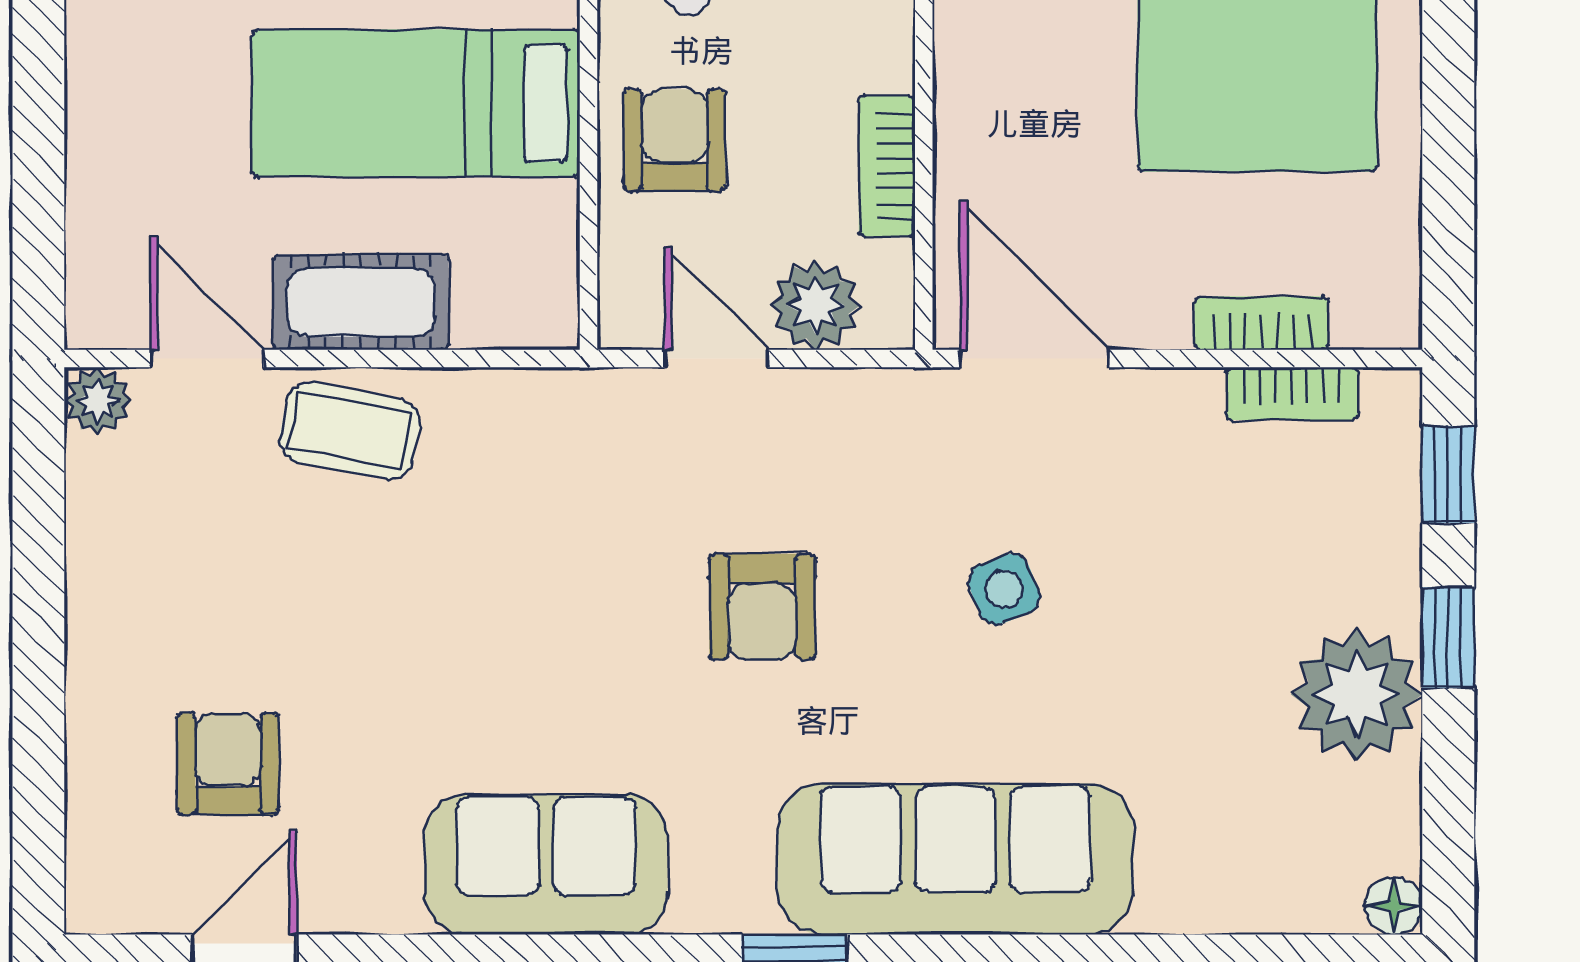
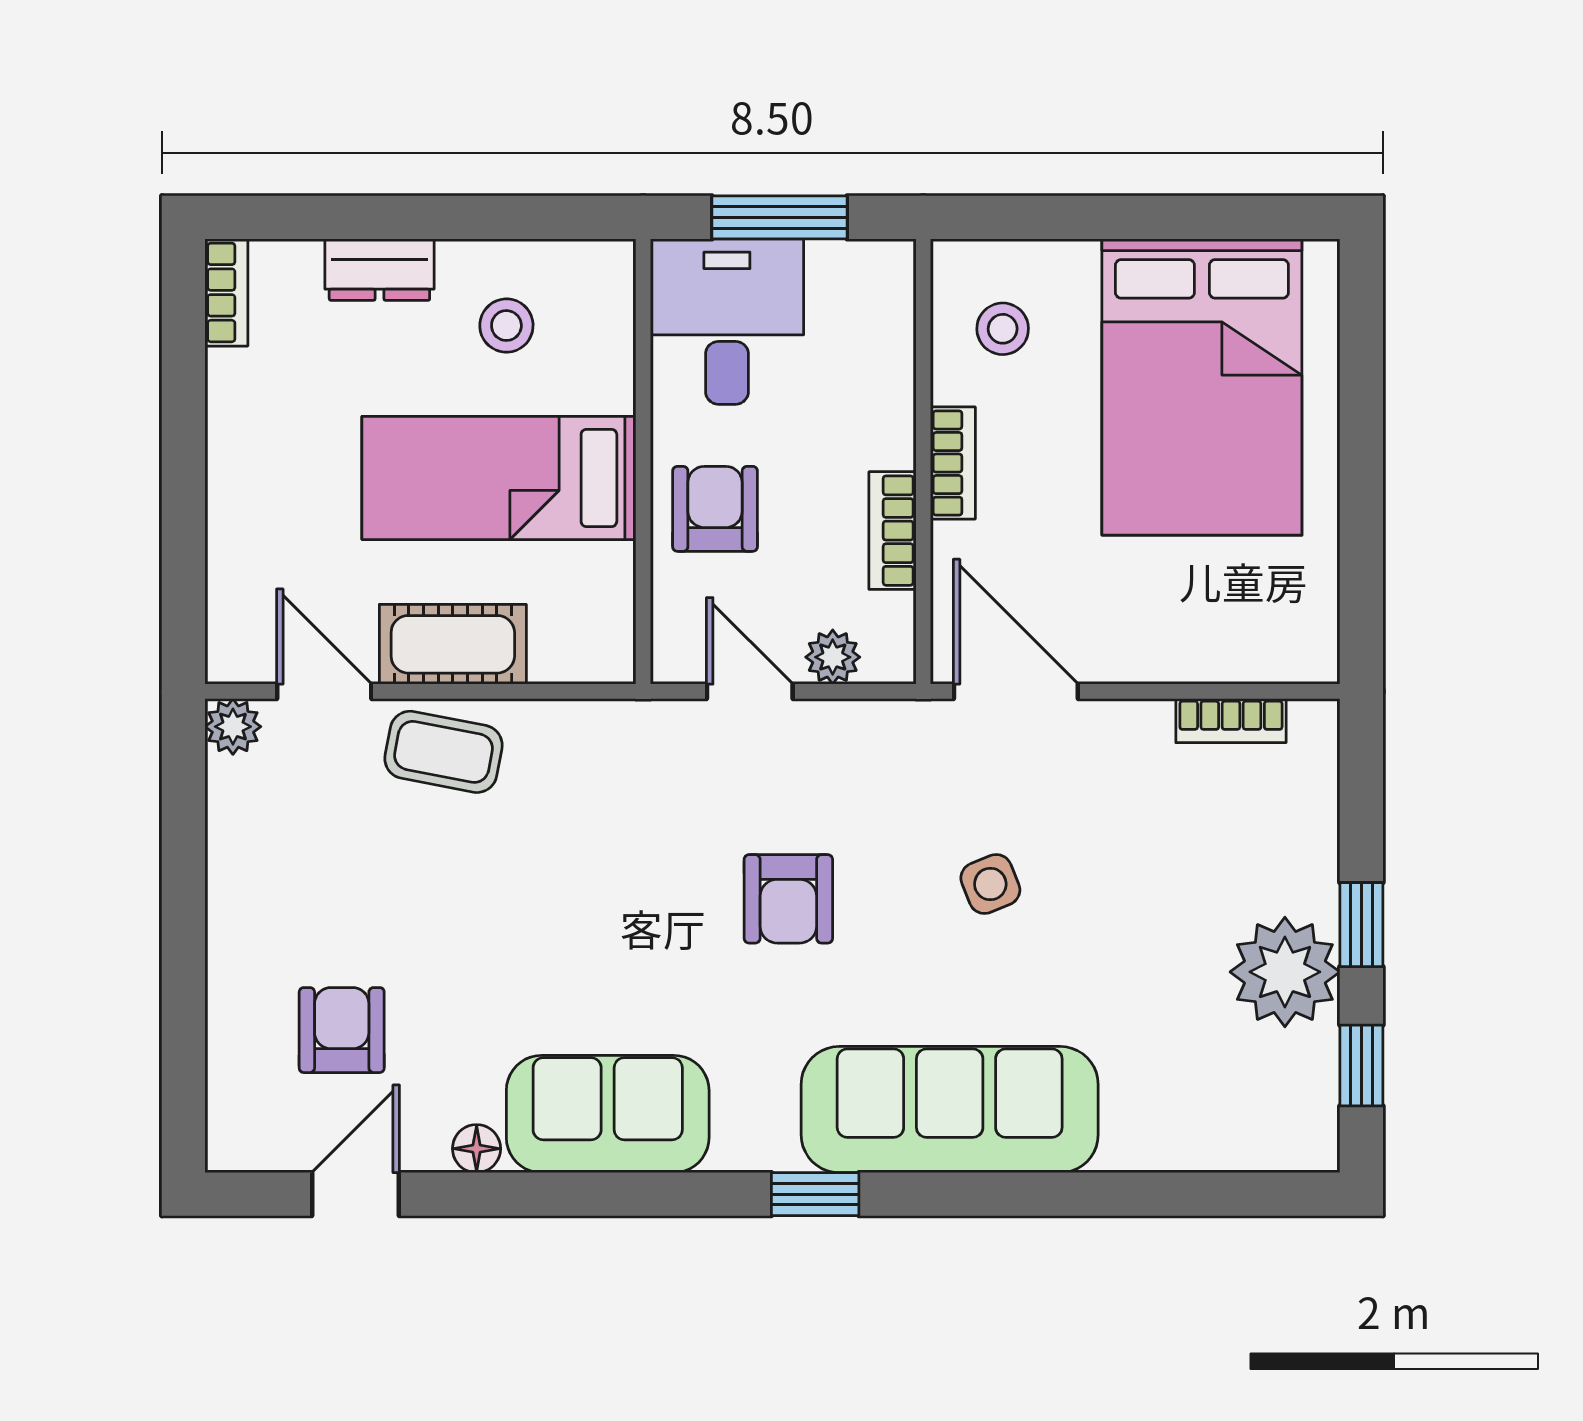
plant: (815, 305) -> (833, 657), width x0.73, depth x0.73
bookcase: (1261, 323) -> (953, 463), moved, turned 90
window: (1448, 474) -> (1361, 1065), moved
floor lamp: (1394, 906) -> (477, 1149), moved

